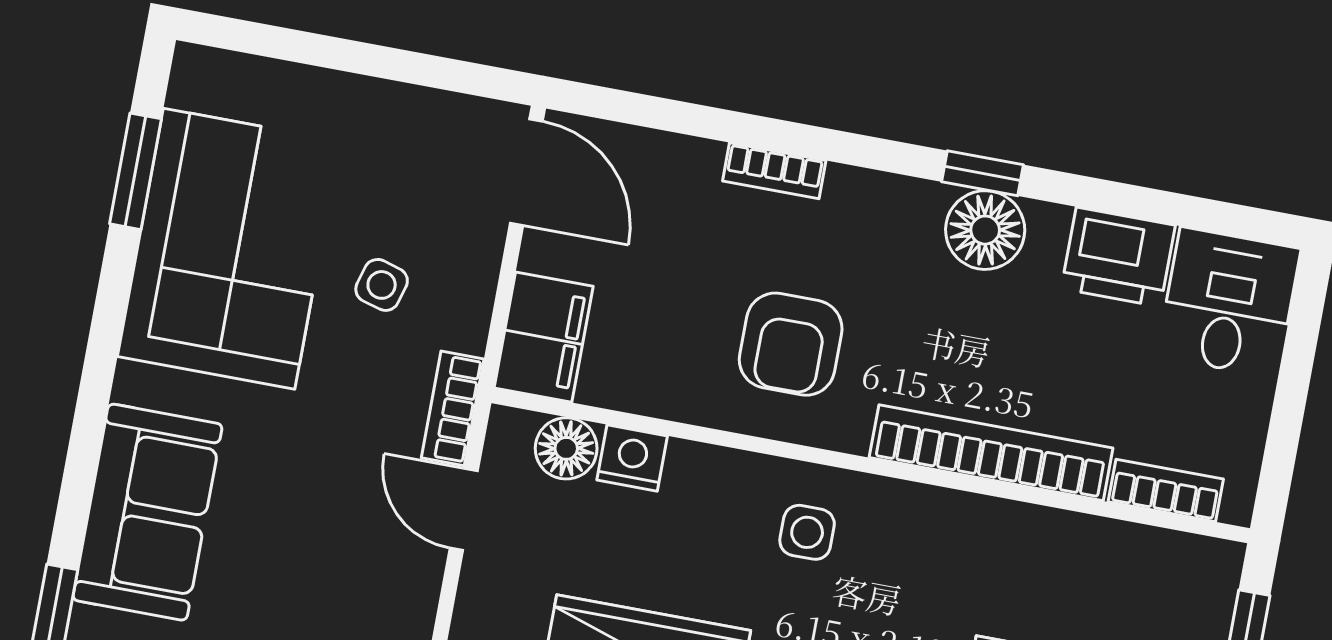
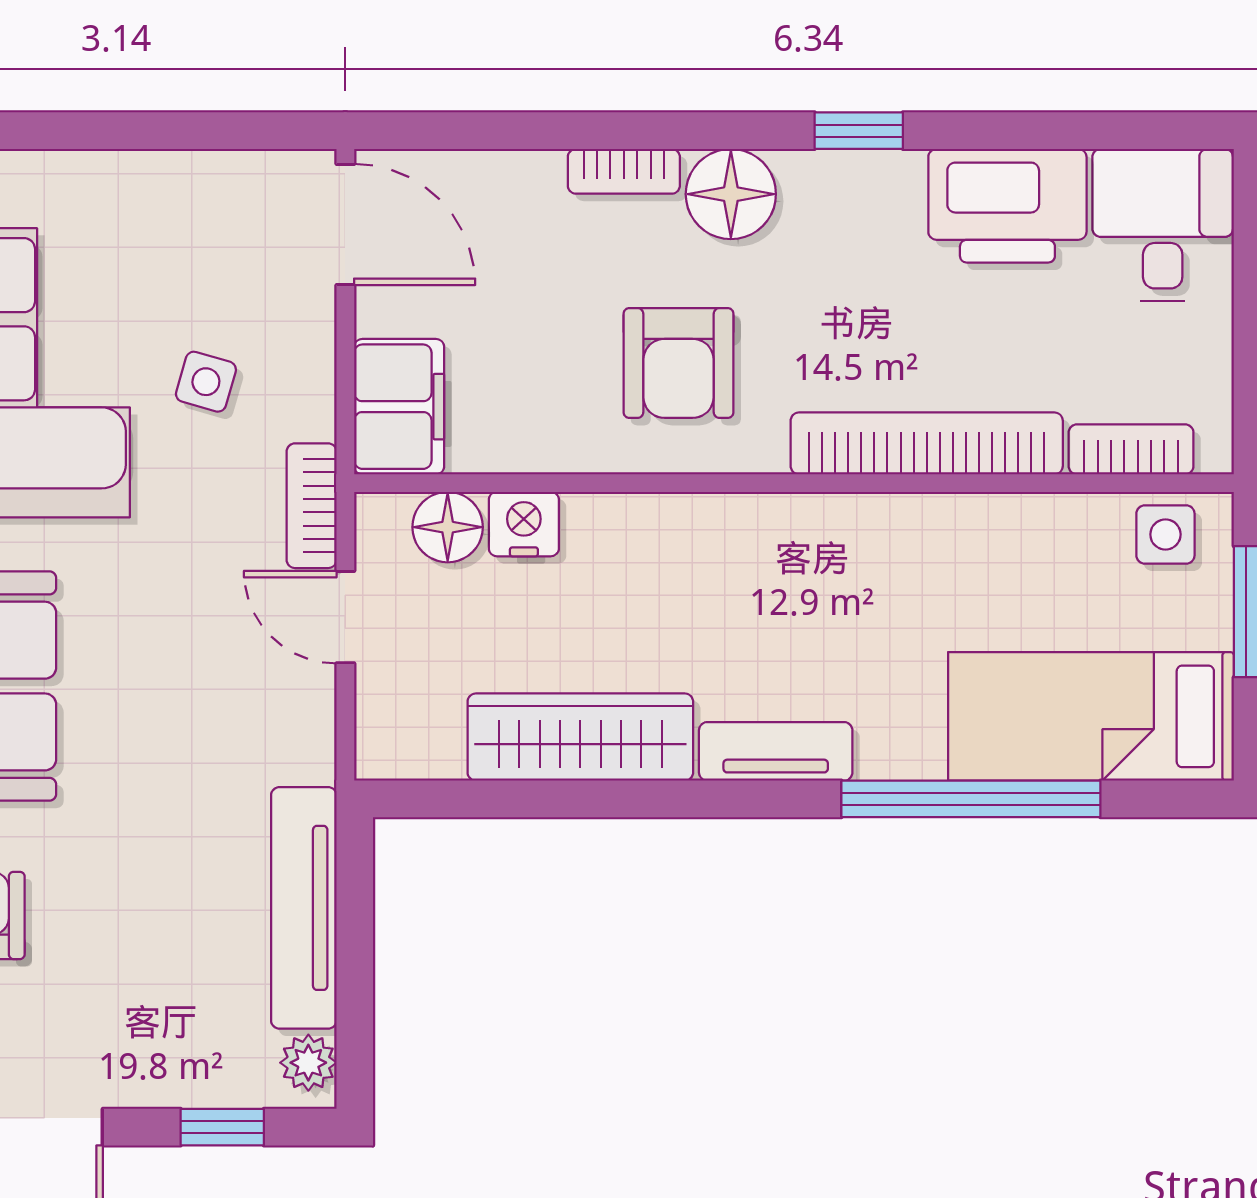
floor lamp: (985, 230) -> (731, 194), moved
printer: (1118, 257) -> (1007, 206), width x1.37, depth x1.19
side table: (807, 532) -> (1165, 534), moved

